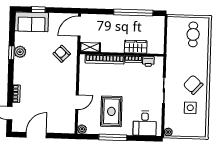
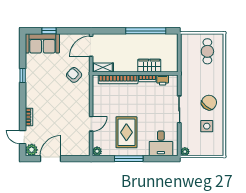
plant: (20, 52) -> (32, 150), moved
chair: (193, 85) -> (209, 103), turned 87

